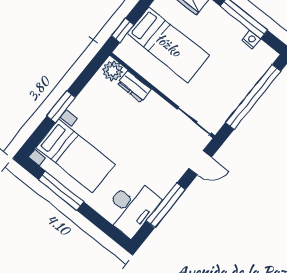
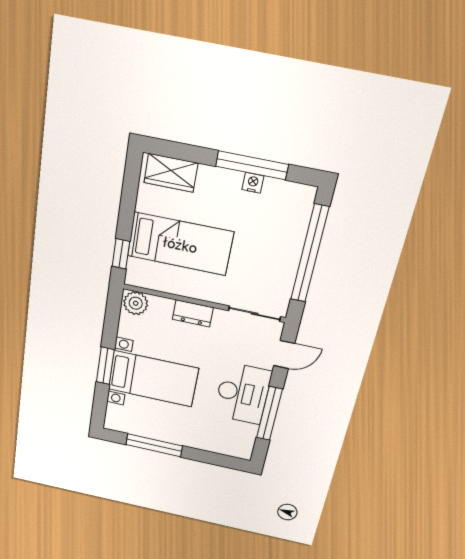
nightstand: (251, 40) -> (253, 183), moved
dresser: (134, 86) -> (193, 313), moved
bed with nightstands: (75, 156) -> (153, 379), moved
desk: (131, 207) -> (242, 393), moved

